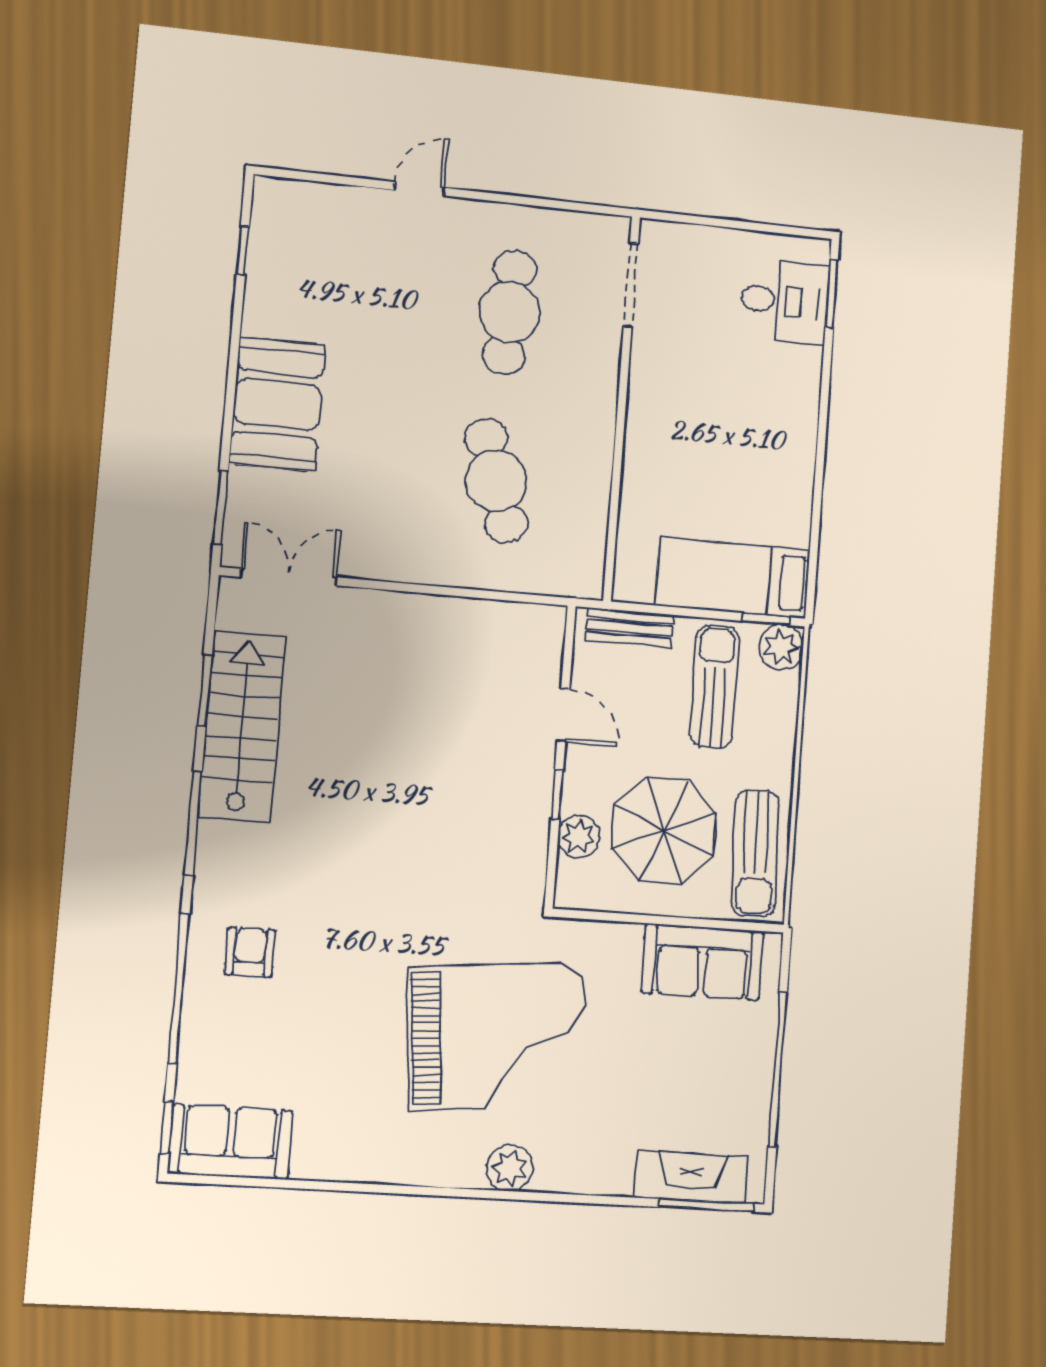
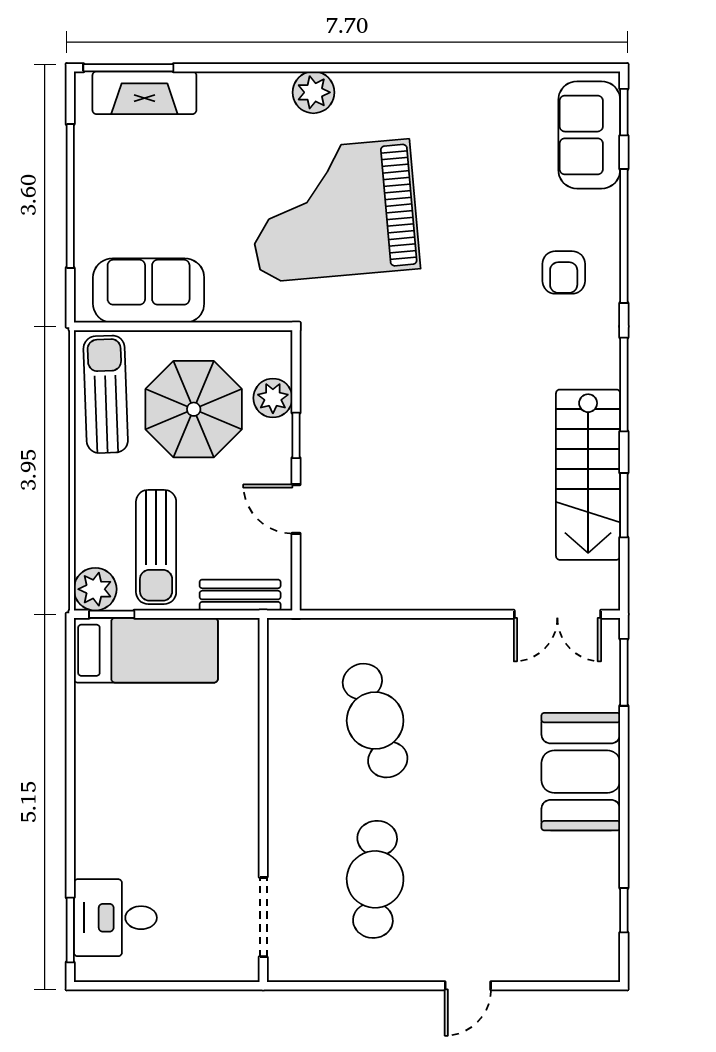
sofa: (230, 1142) -> (589, 135), moved, turned 90

